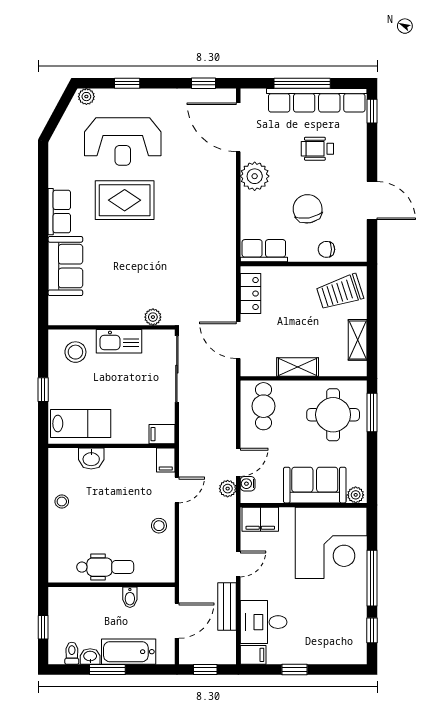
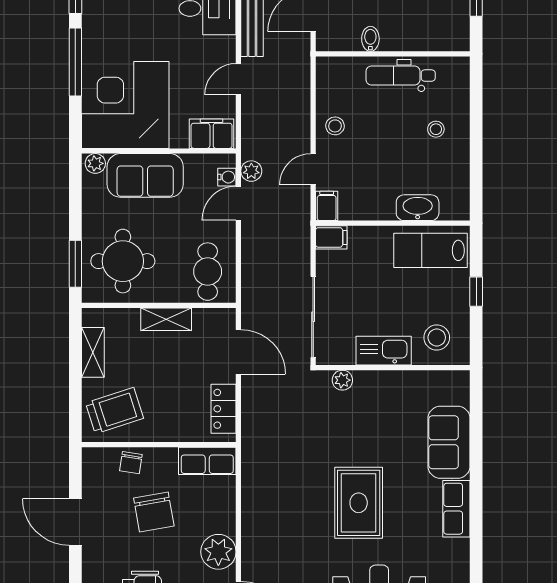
rug: (125, 200) -> (359, 503), moved, turned 90
chair: (326, 249) -> (131, 463), turned 99
washbasin: (91, 459) -> (418, 208), width x1.38
stool: (62, 501) -> (436, 129), moved

